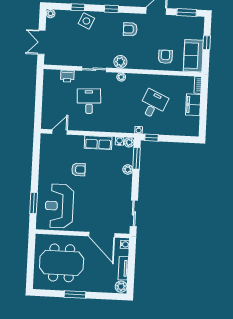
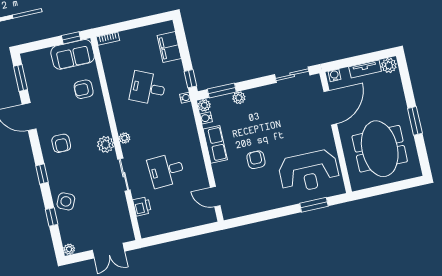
window: (207, 43) -> (71, 38), moved
filing cabinet: (193, 105) -> (169, 47), moved, turned 90

